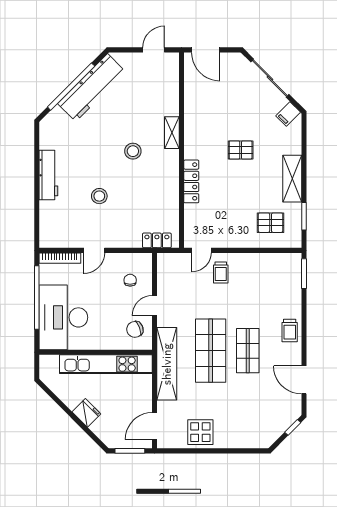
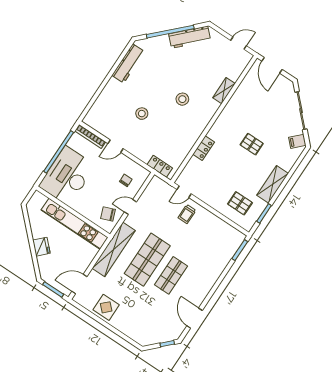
workbench: (92, 88) -> (190, 37), width x0.73, depth x0.76
shelving: (172, 133) -> (224, 91), moved
workbench: (48, 175) -> (128, 63), moved
locker: (191, 181) -> (204, 148), width x0.66
trolley: (290, 331) -> (206, 280), removed

